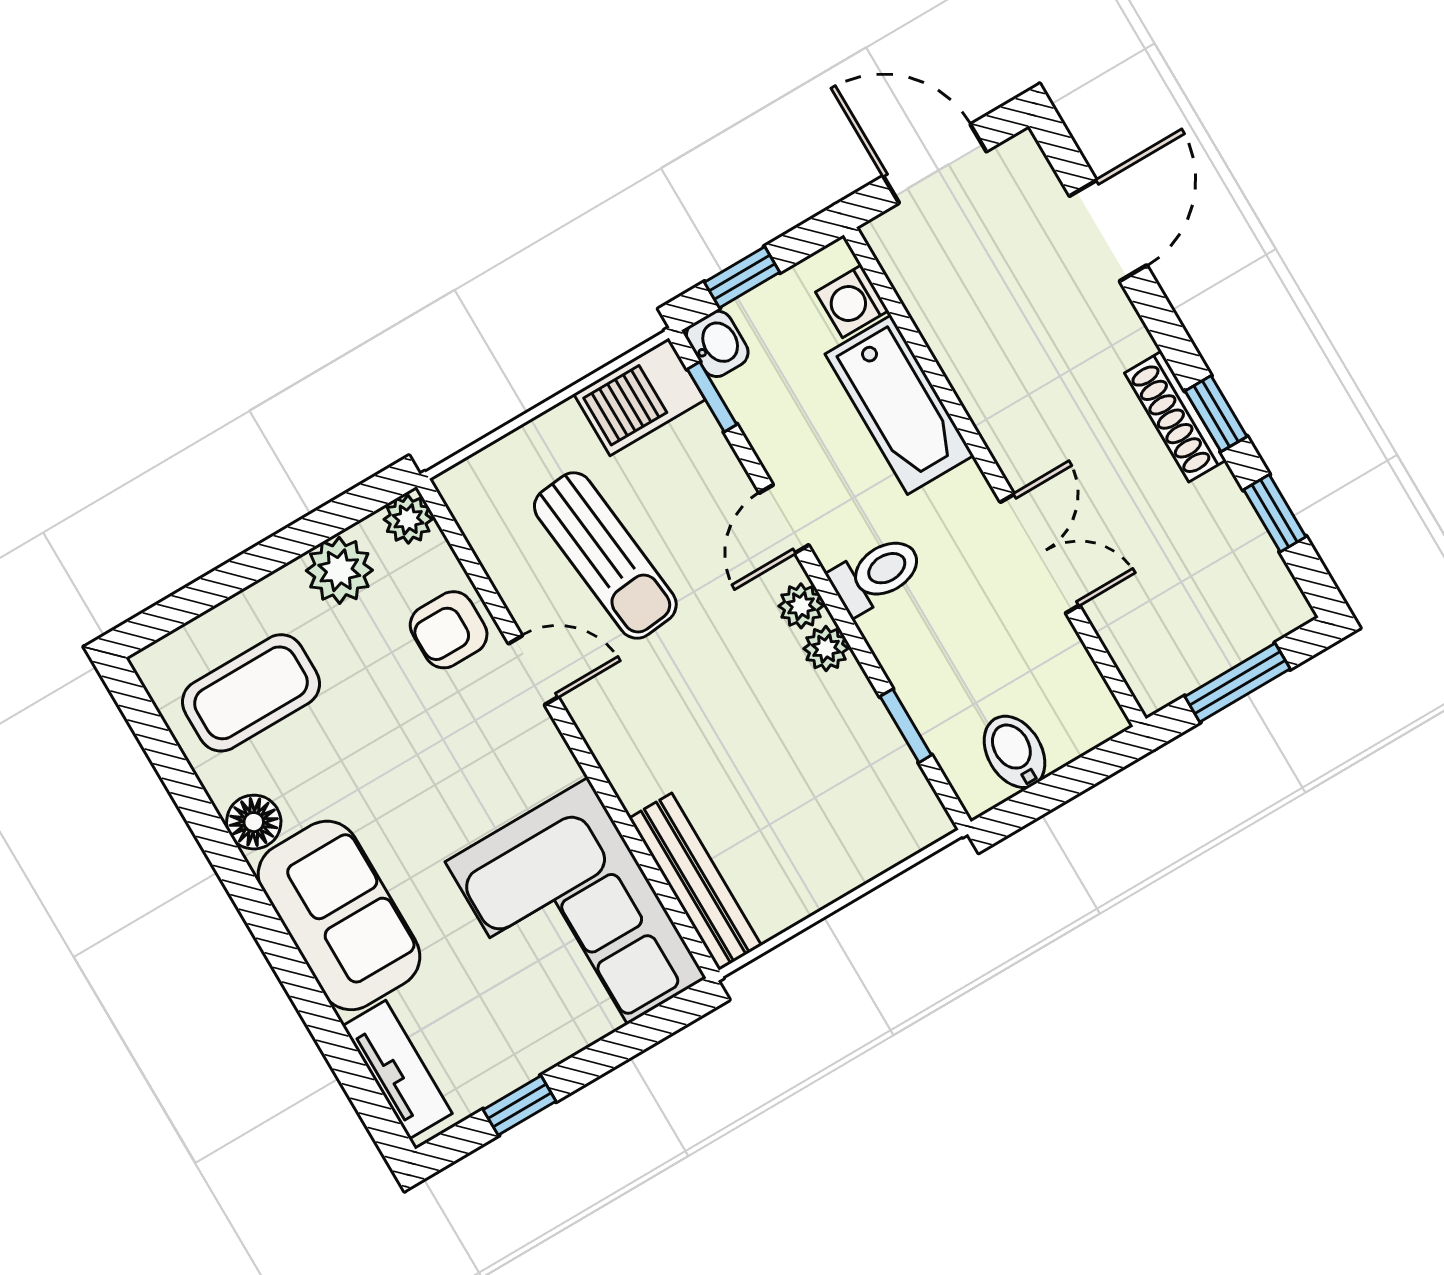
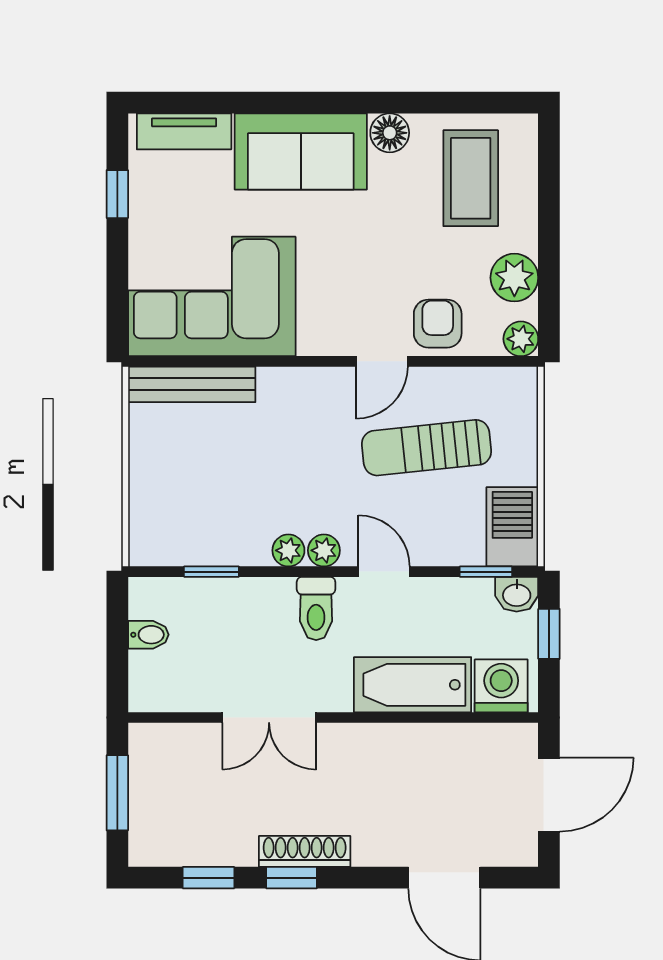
washing machine: (852, 301) -> (501, 686), width x1.38, depth x1.38
bidet: (1014, 752) -> (148, 635), width x0.72, depth x0.74

